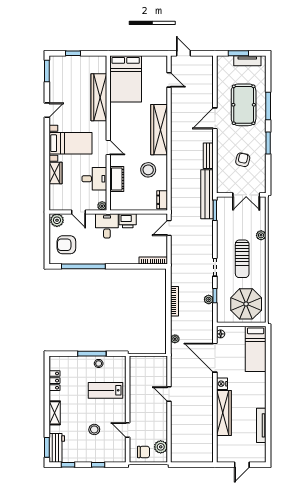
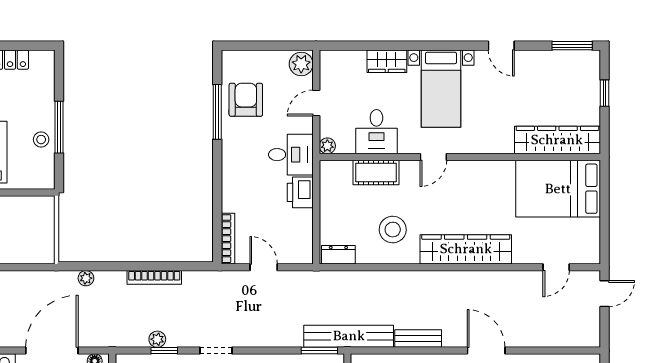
wardrobe: (99, 97) -> (557, 140), moved
door: (169, 228) -> (264, 267), moved
armchair: (66, 245) -> (246, 100), moved
window: (83, 266) -> (217, 112), width x0.68

